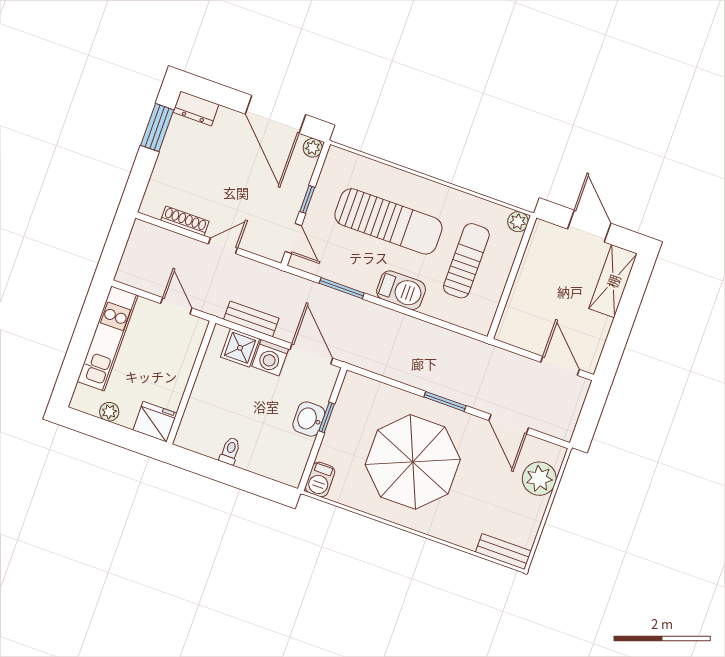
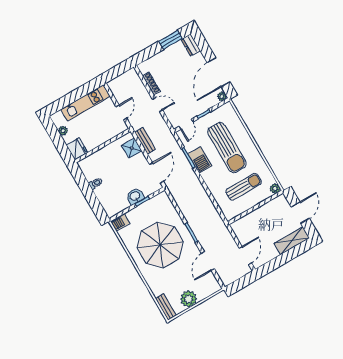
barbecue: (401, 290) -> (200, 160), moved
washing machine: (270, 358) -> (140, 161), removed
plant: (539, 479) -> (189, 299), moved

